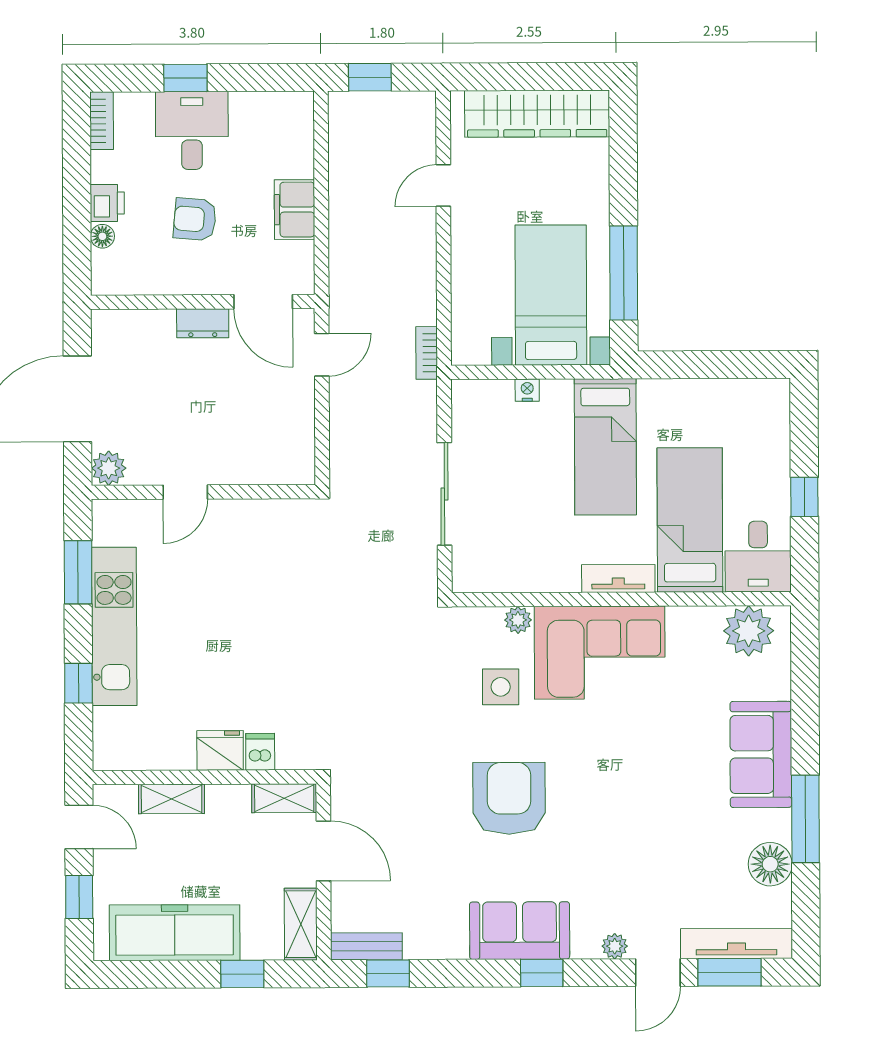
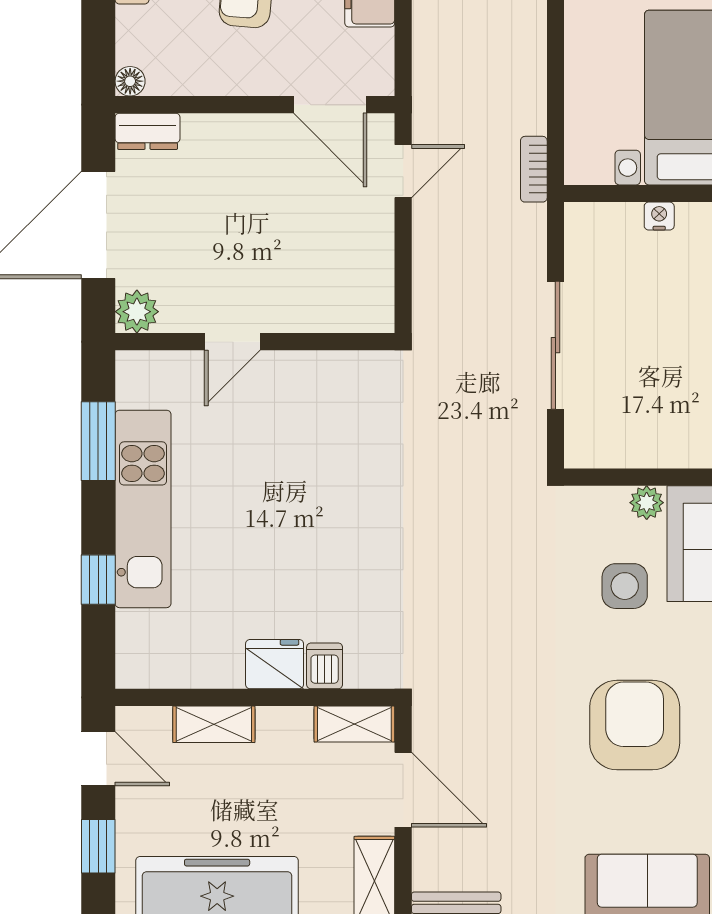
floor lamp: (102, 236) -> (130, 81), moved
dresser: (203, 323) -> (148, 131), moved

